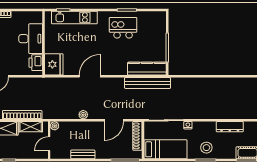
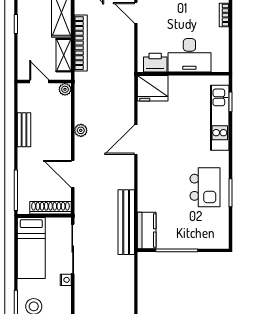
kitchen counter: (147, 69) -> (147, 230), width x0.67
door: (90, 76) -> (136, 140), swing flipped

